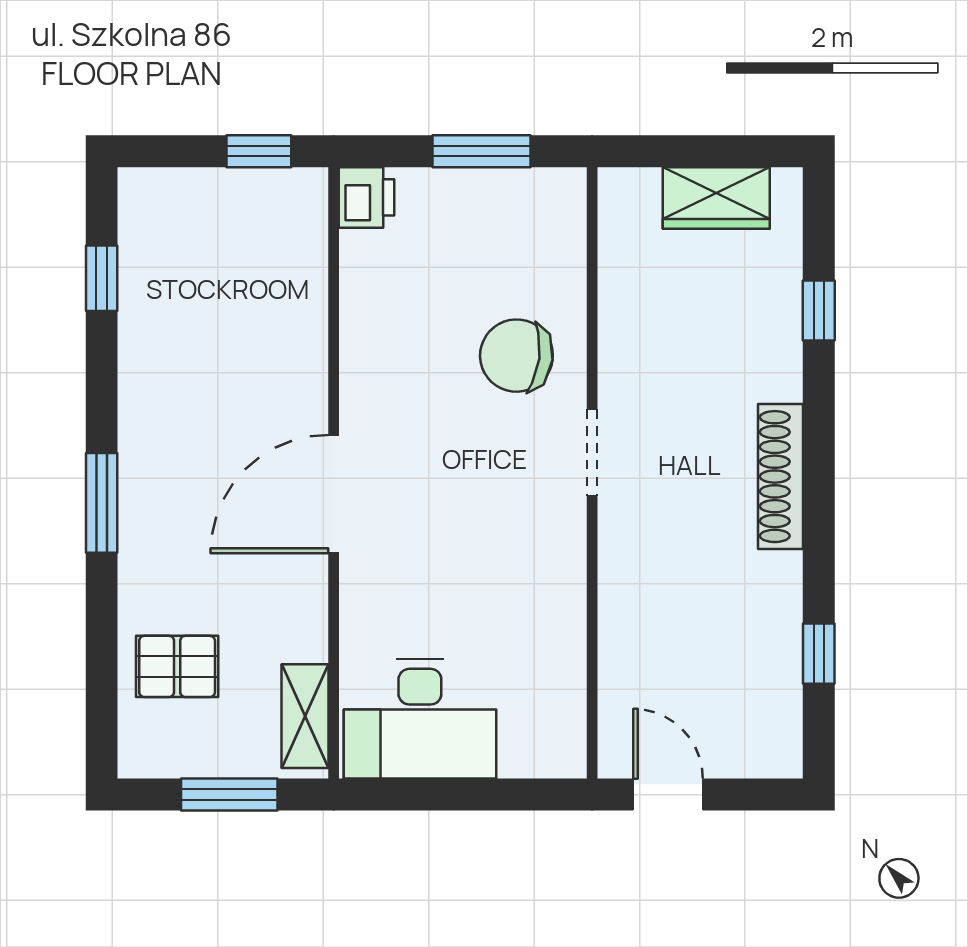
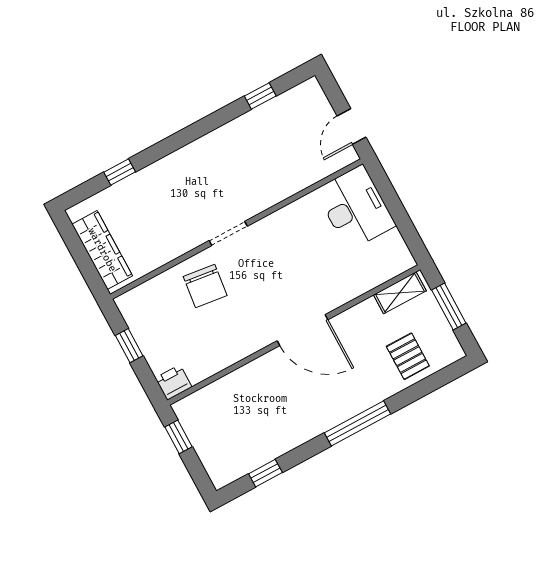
window: (482, 151) -> (129, 346), width x0.67
wardrobe: (716, 198) -> (102, 250), width x1.50
shoe rack: (781, 477) -> (196, 151), removed
window: (102, 503) -> (357, 423), width x1.44
desk: (420, 719) -> (355, 208), moved

